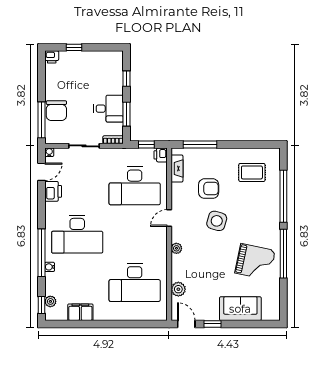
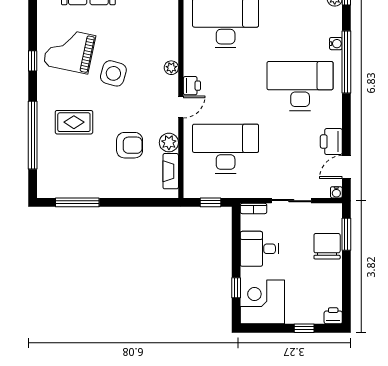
corner desk: (106, 68) -> (262, 302), added
window: (127, 114) -> (236, 242), removed
window: (41, 120) -> (346, 234), width x0.69
window: (200, 144) -> (77, 202), moved
printer: (161, 155) -> (192, 86), moved
rug: (252, 172) -> (74, 122), moved
armchair: (209, 189) -> (130, 145), turned 180
side table: (217, 221) -> (113, 73), moved
window: (283, 254) -> (33, 61), width x0.32
plant: (178, 289) -> (169, 143), moved

